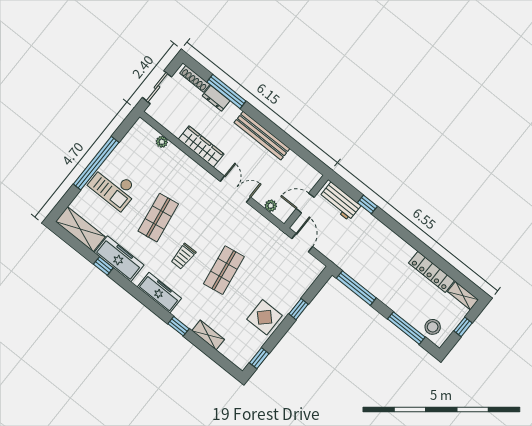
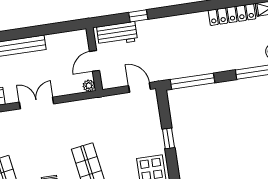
plant: (271, 206) -> (89, 86), moved
door: (302, 243) -> (139, 88), moved

